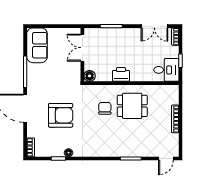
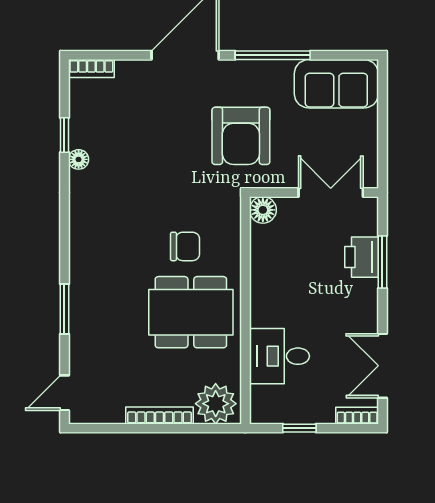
desk: (166, 70) -> (279, 356), moved, turned 90
printer: (121, 74) -> (362, 257), moved, turned 180
plant: (170, 96) -> (216, 404), added
dining table: (132, 106) -> (191, 312), width x1.38
armchair: (61, 115) -> (241, 136), moved
door: (166, 159) -> (64, 393), hinge flipped

